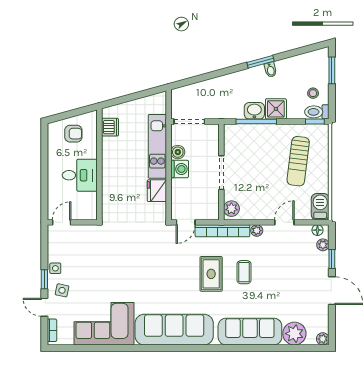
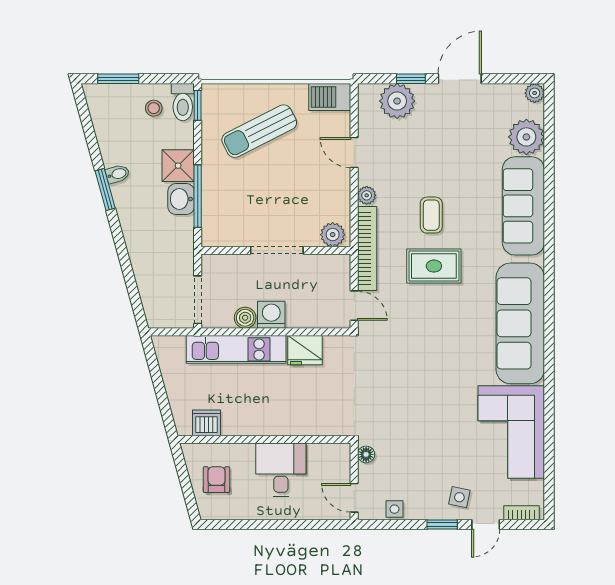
sun lounger: (298, 161) -> (259, 131), turned 146
floor lamp: (317, 230) -> (366, 454), moved
plant: (323, 245) -> (397, 101), width x1.88, depth x1.88
side table: (55, 268) -> (394, 509), moved
coffee table: (244, 272) -> (431, 215), turned 90

